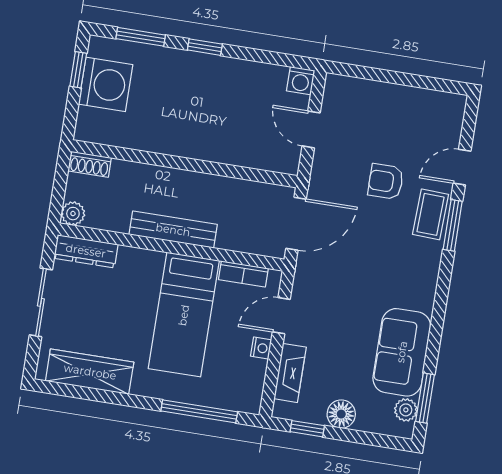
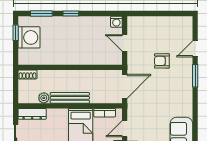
plant: (73, 214) -> (44, 98), moved
coffee table: (431, 214) -> (184, 72), removed

